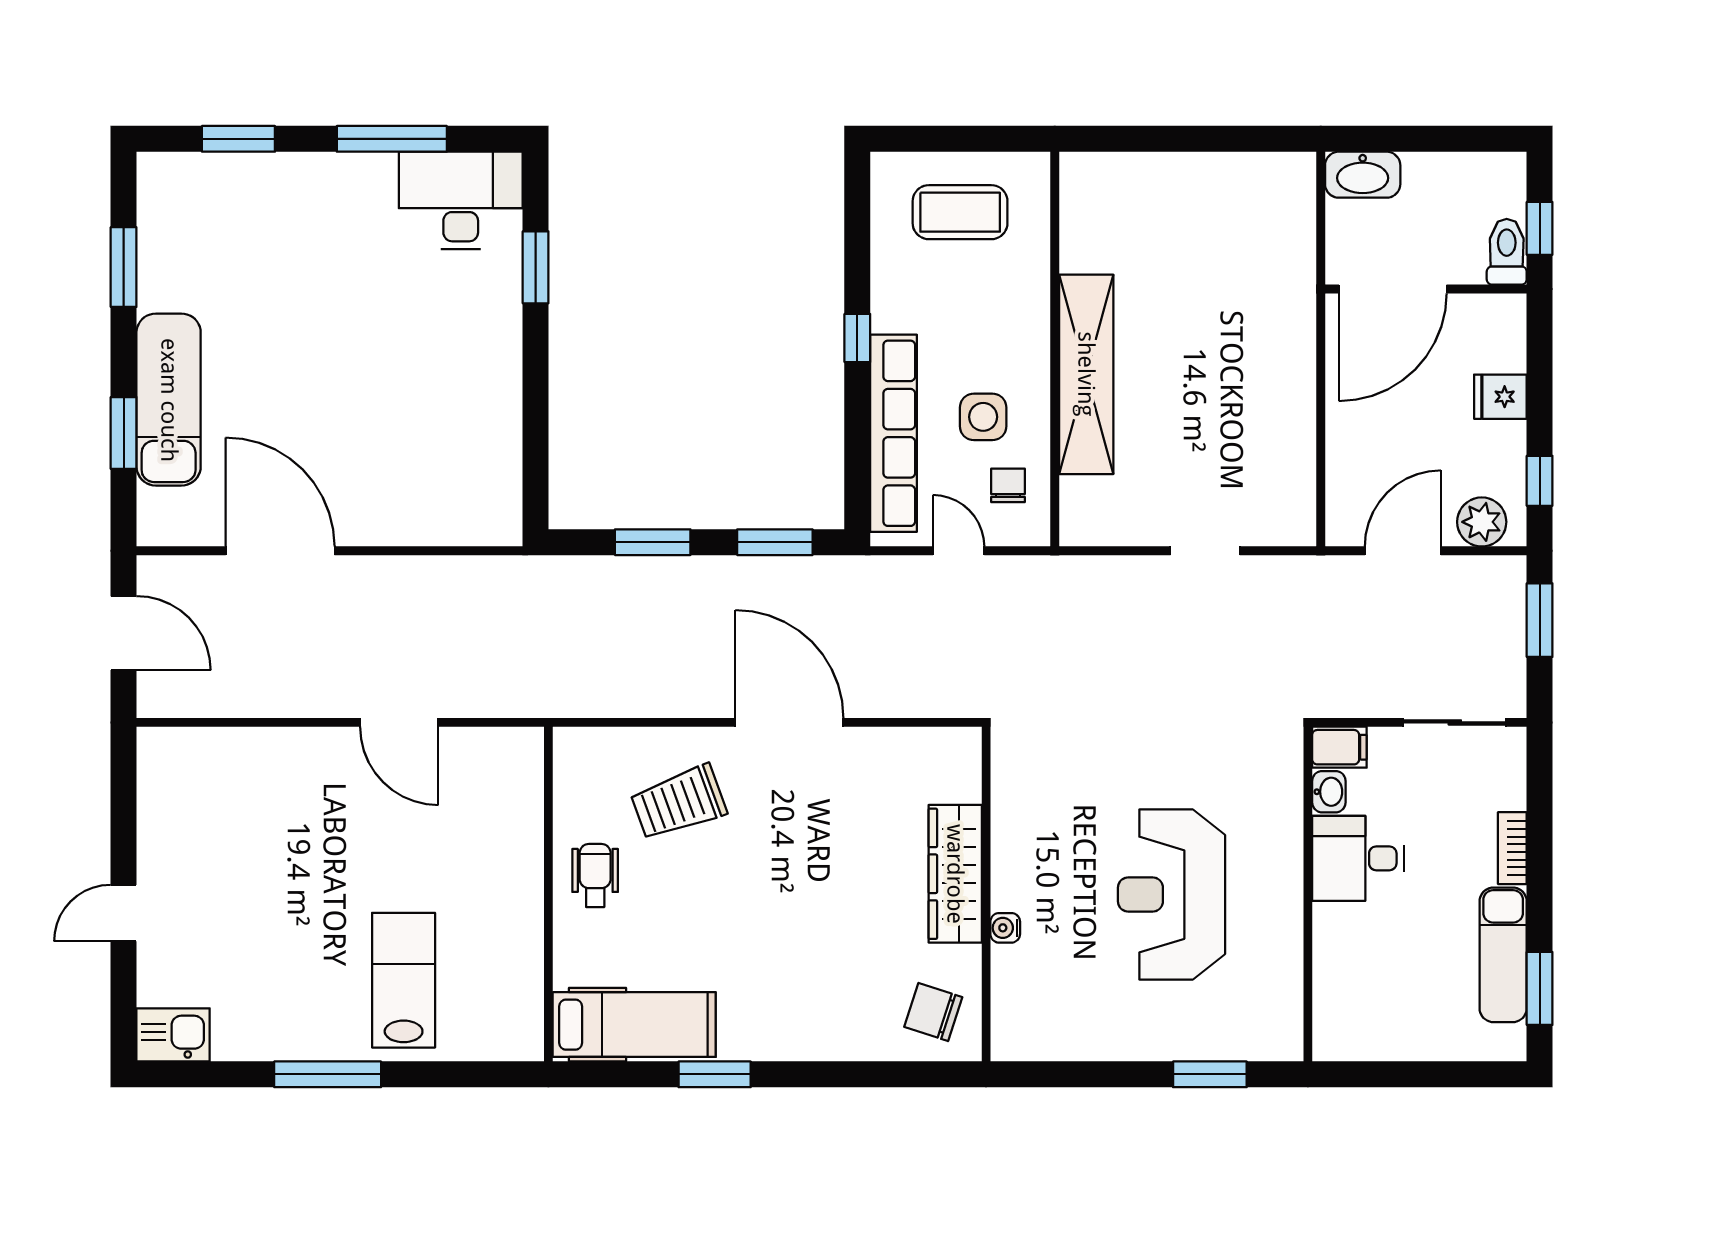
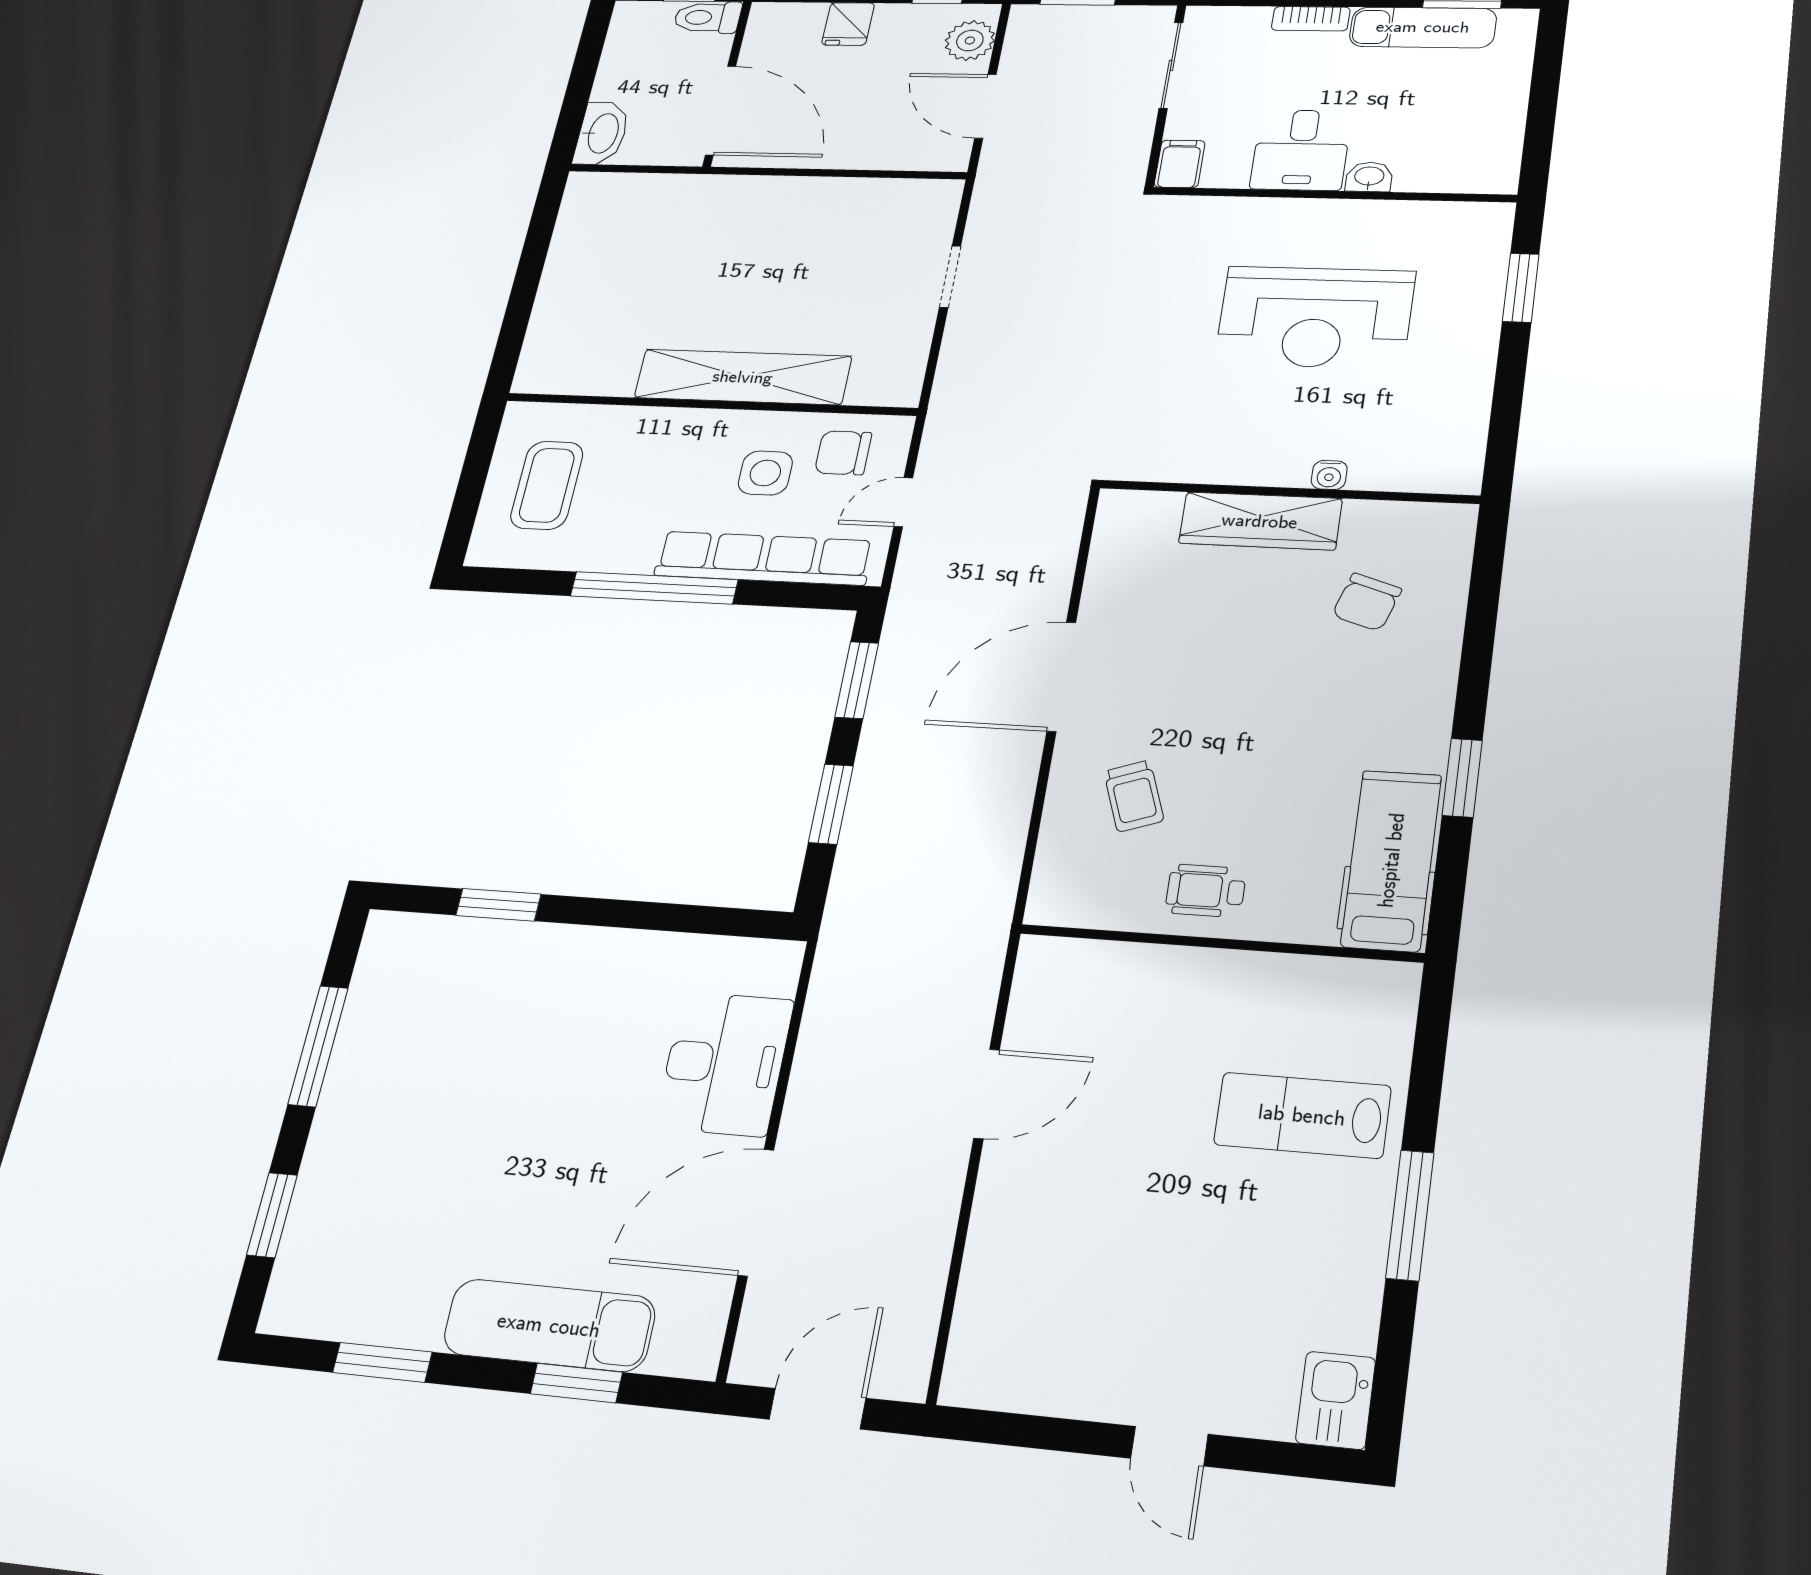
desk: (461, 200) -> (724, 1064), moved, turned 180
window: (857, 338) -> (654, 588), width x3.17
chair: (1008, 485) -> (843, 453), width x1.37, depth x1.37
washbasin: (1329, 792) -> (1369, 177), moved
trolley: (679, 802) -> (1134, 796), width x0.73, depth x0.72
chair: (933, 1012) -> (1367, 602), moved

